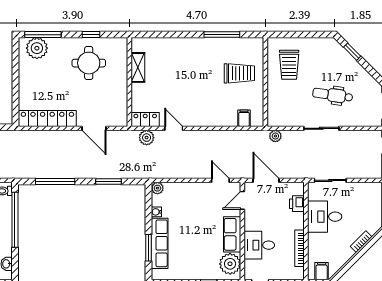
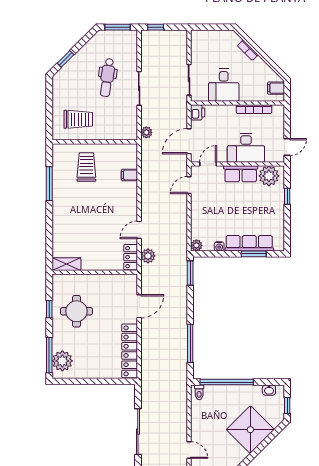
shelving: (138, 67) -> (66, 264), moved
filing cabinet: (244, 118) -> (129, 175), moved
window: (108, 182) -> (190, 273), moved
door: (242, 200) -> (208, 164), swing flipped
printer: (297, 204) -> (198, 112), moved, turned -90
desk: (259, 245) -> (246, 148), width x1.37

